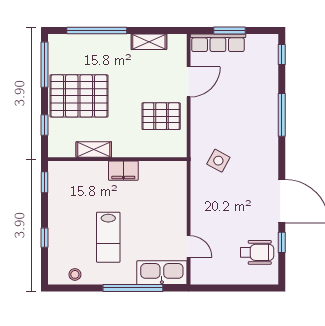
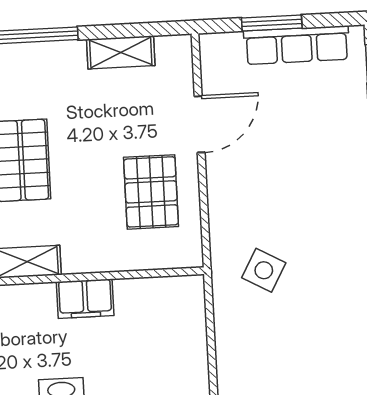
row of seats: (218, 43) -> (297, 45), moved
pallet: (161, 116) -> (151, 192), turned 90

